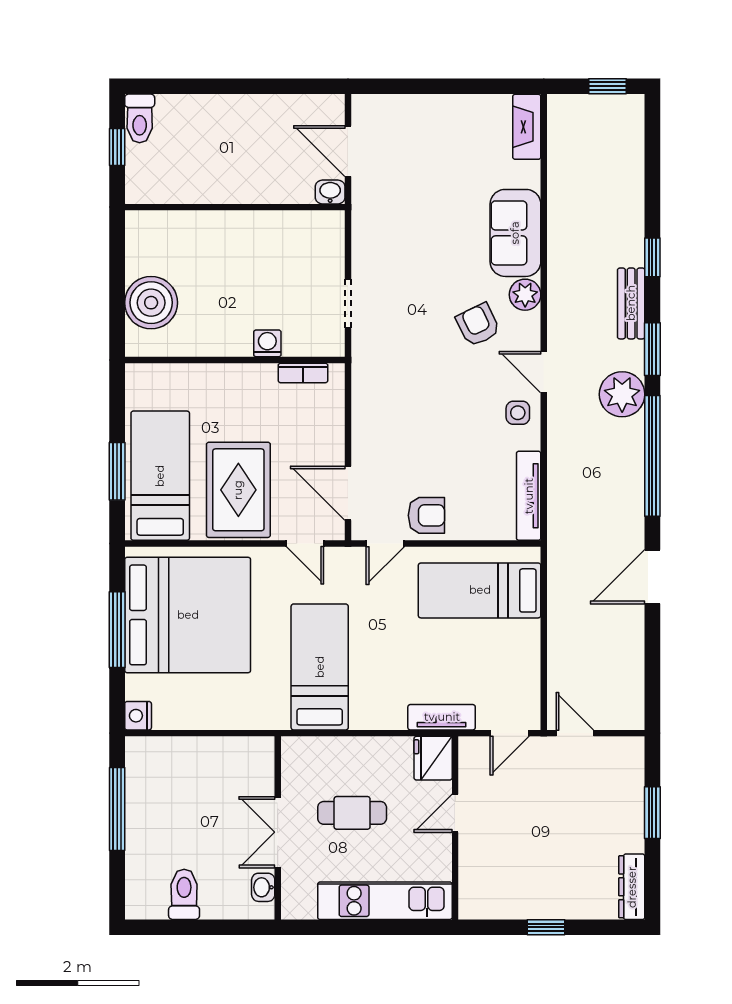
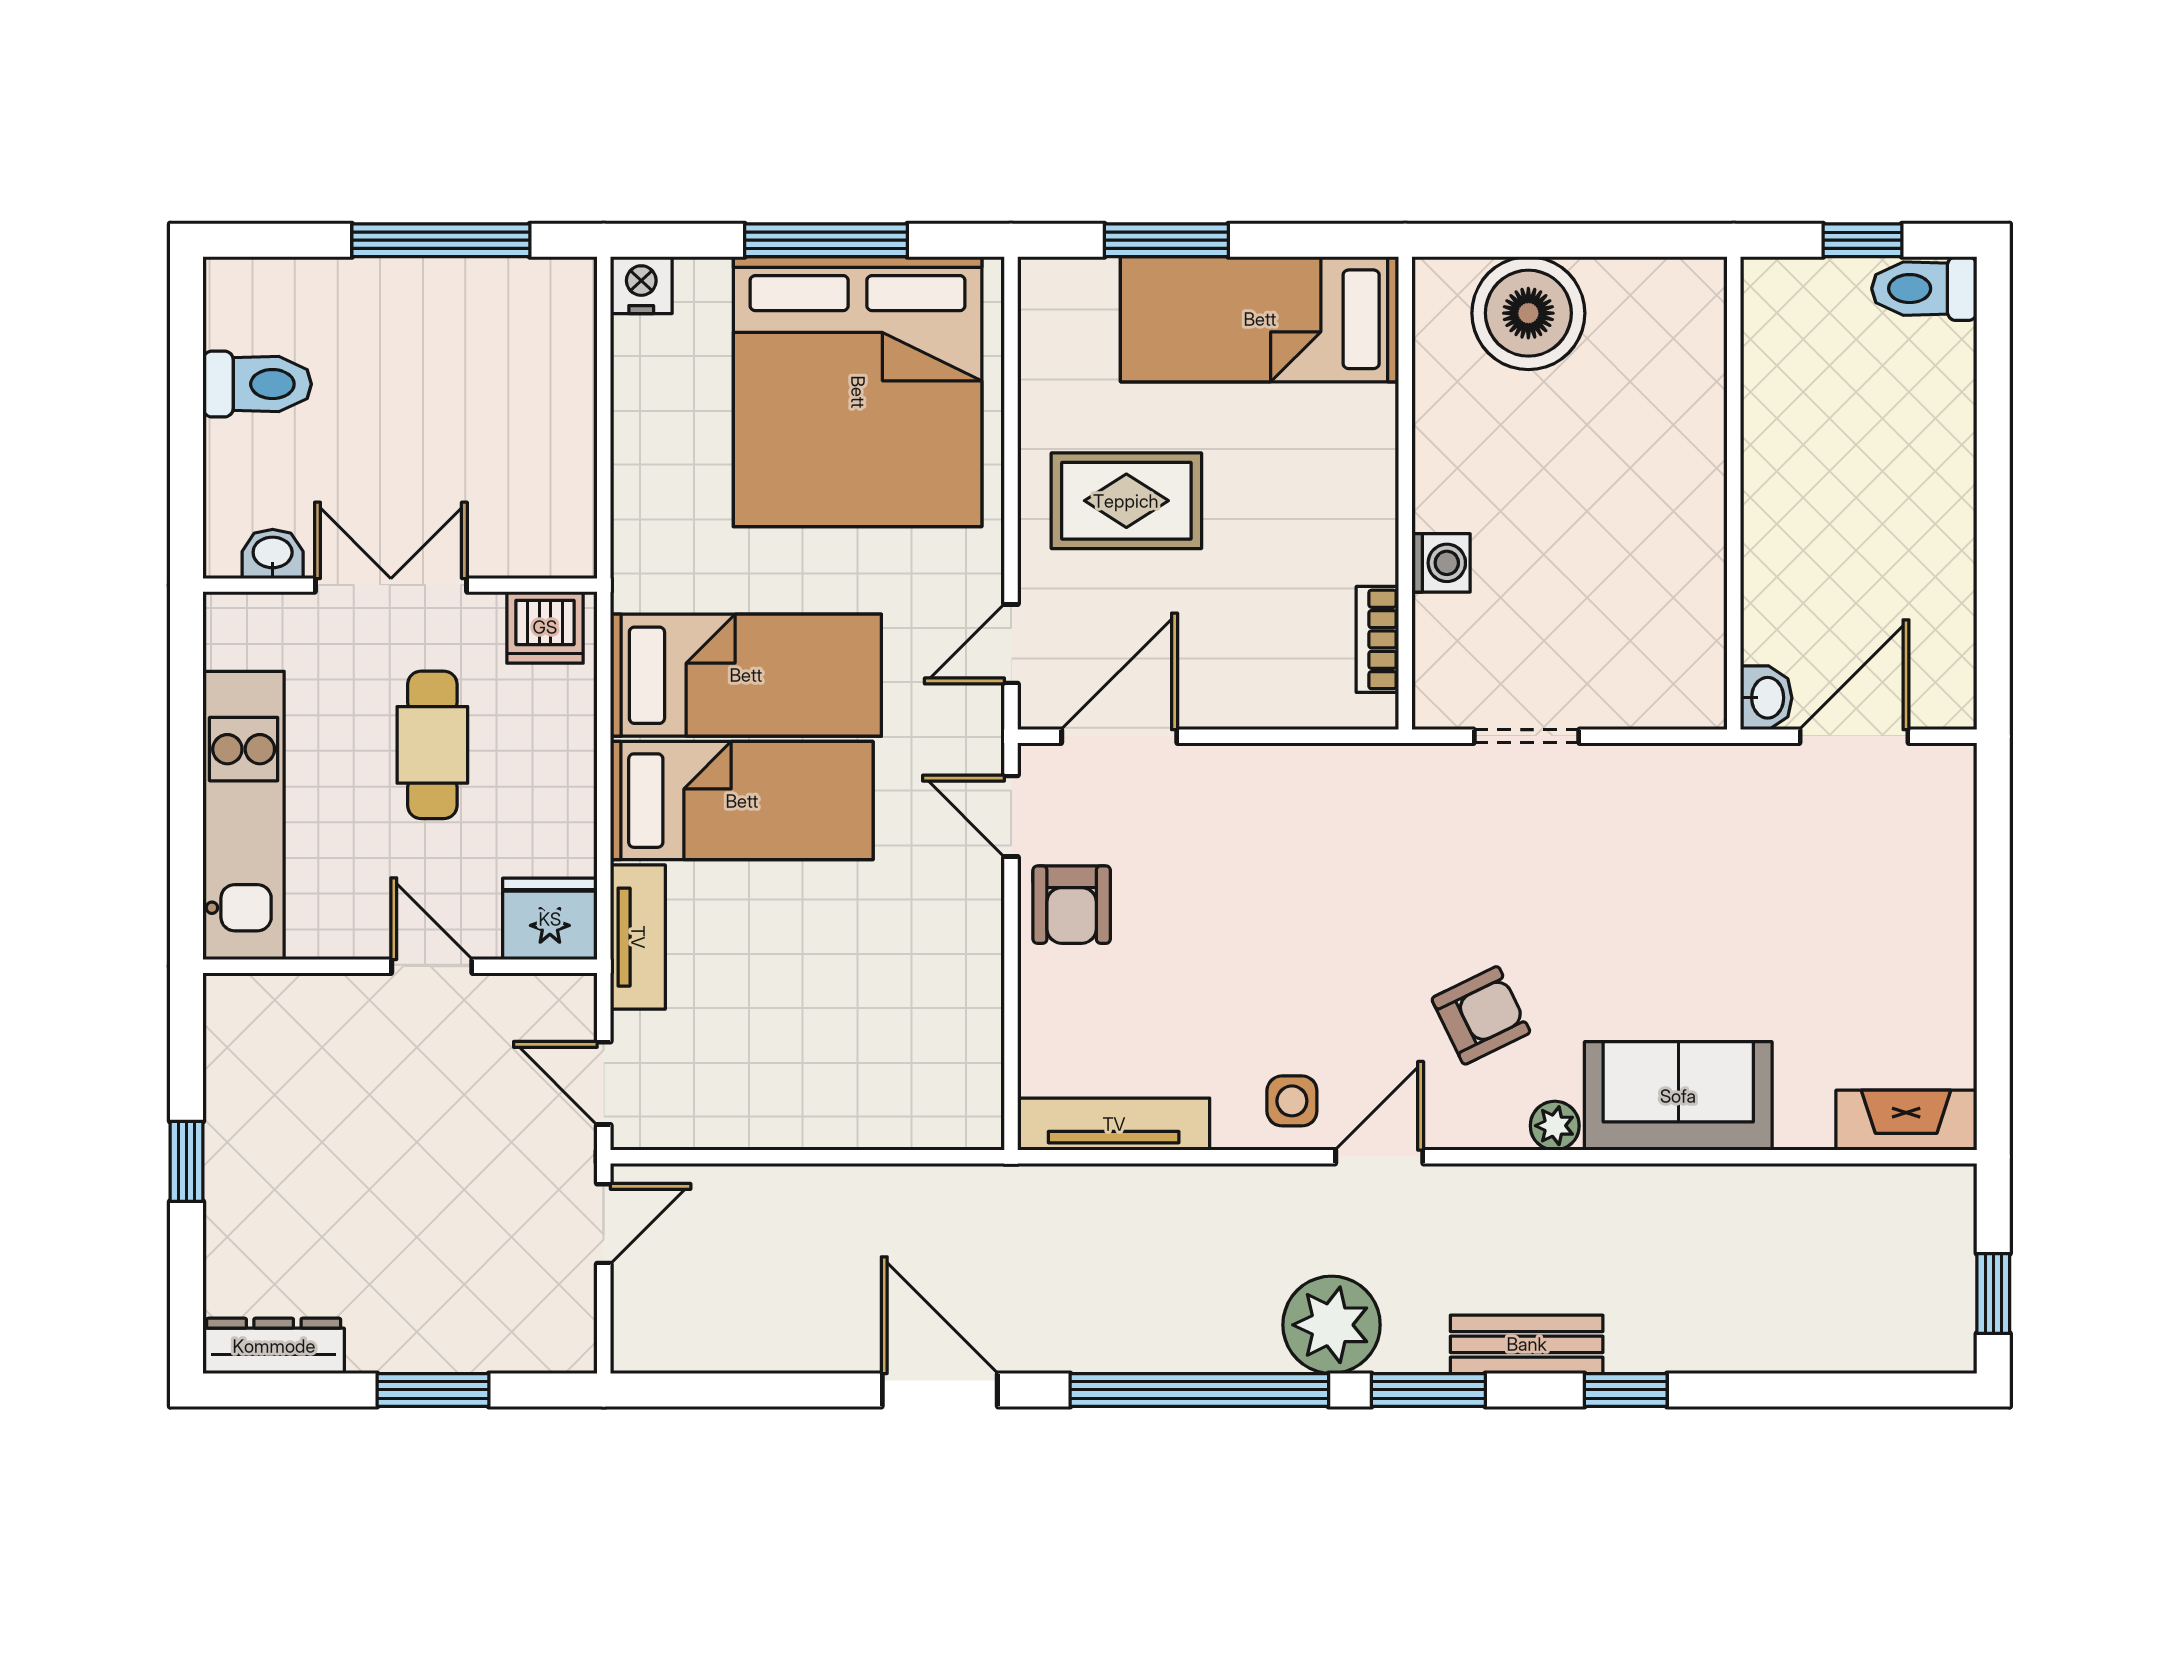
plant: (525, 295) -> (1555, 1126), width x0.73, depth x0.73
bed: (160, 476) -> (1260, 319), moved, turned 180
rug: (238, 490) -> (1126, 501), width x0.73, depth x0.70
bed: (480, 590) -> (742, 801), moved, turned 90
dishwasher: (297, 760) -> (545, 627), added

